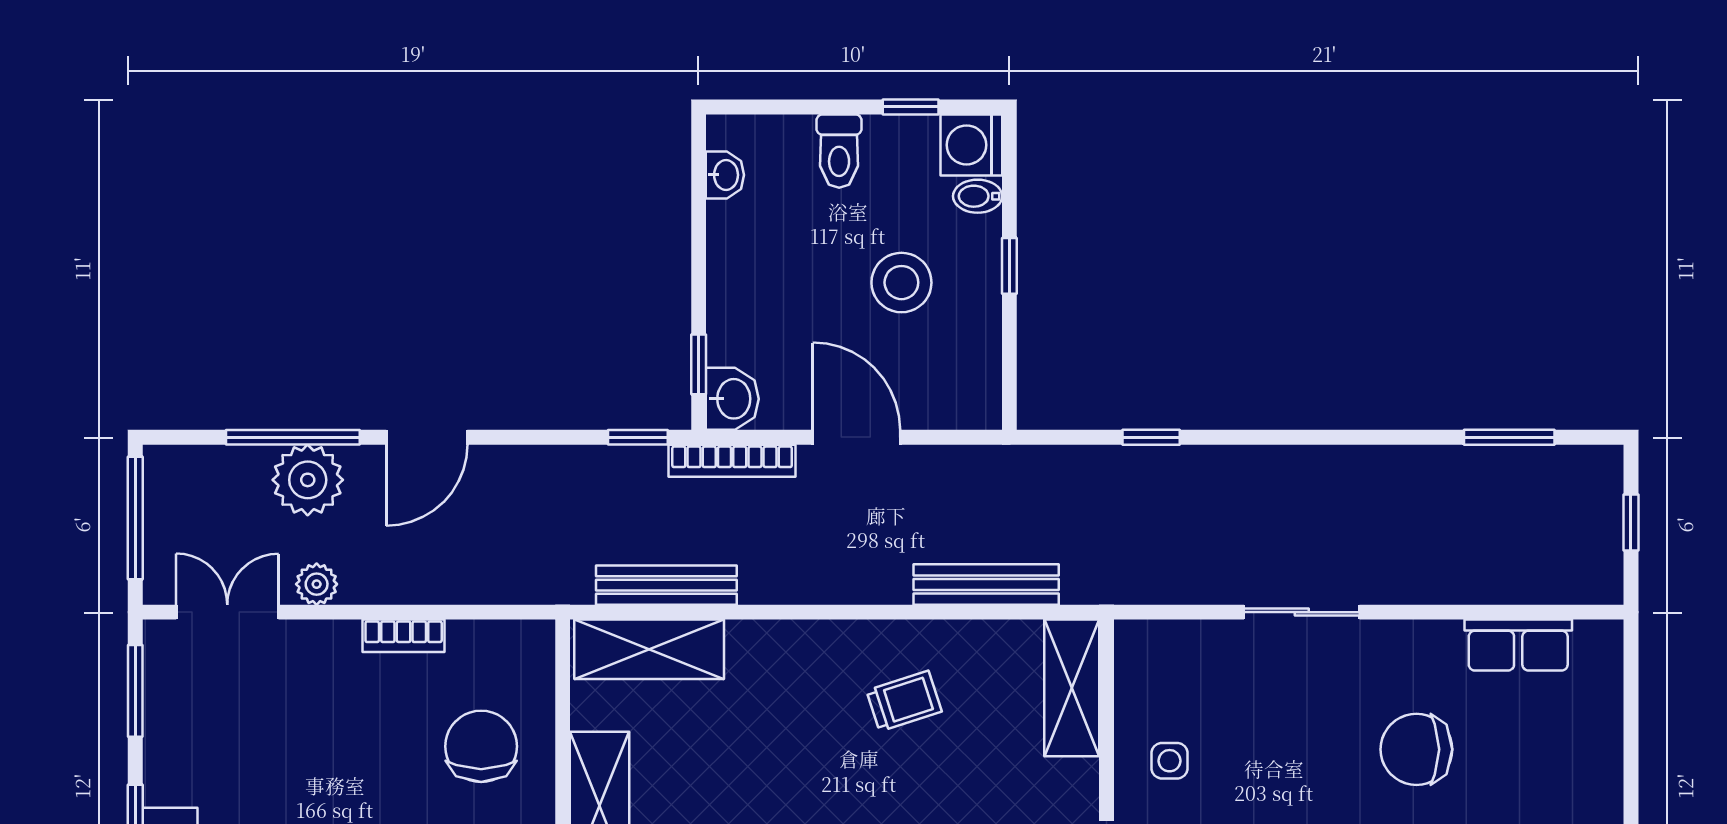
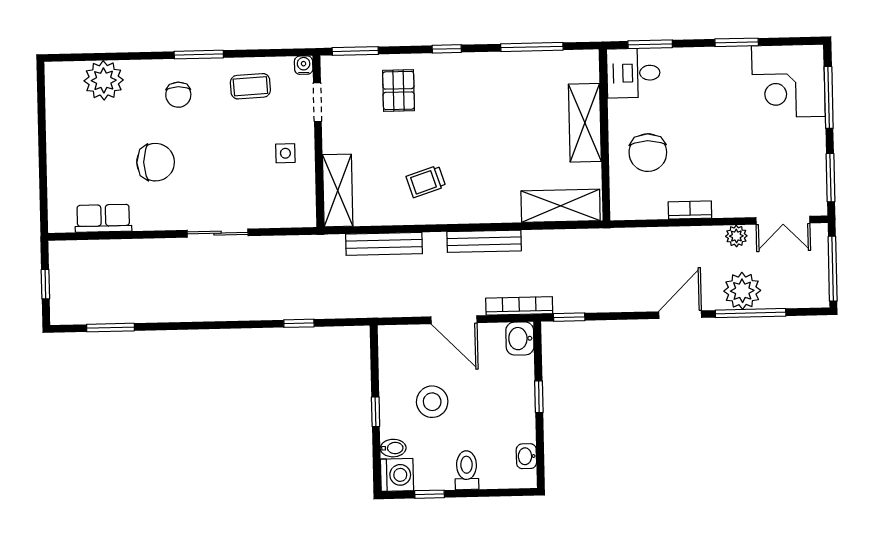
window: (699, 364) -> (539, 397), moved
bench: (666, 585) -> (484, 241), moved

